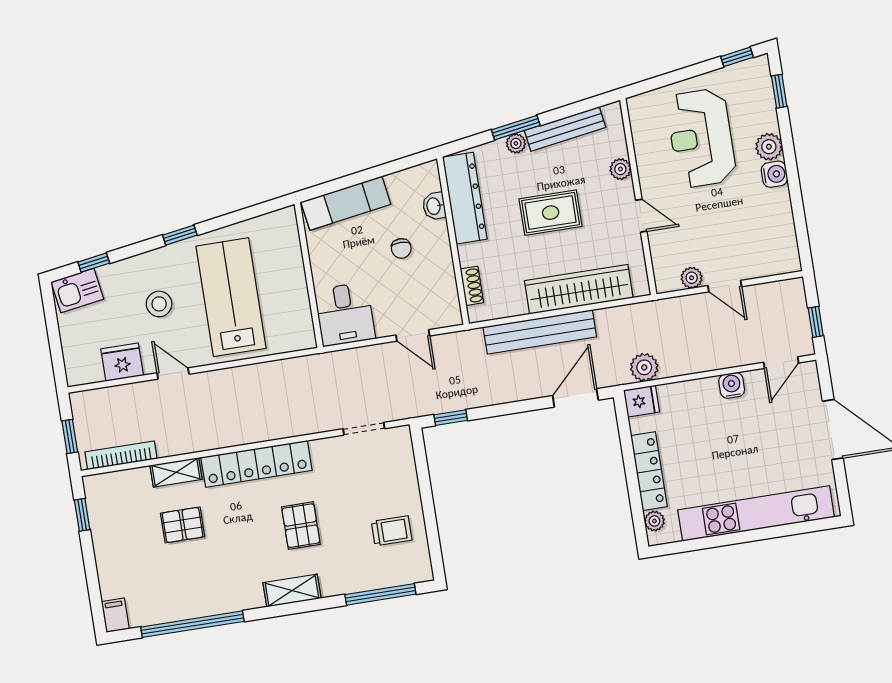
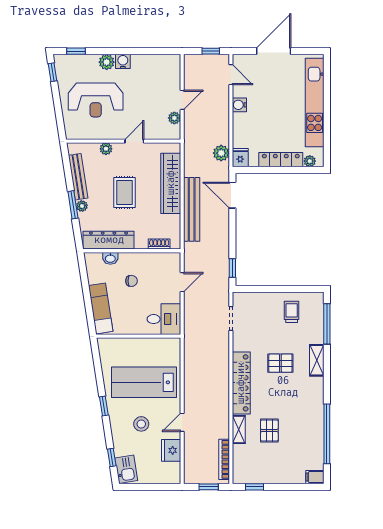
shelving: (292, 591) -> (317, 360), moved

